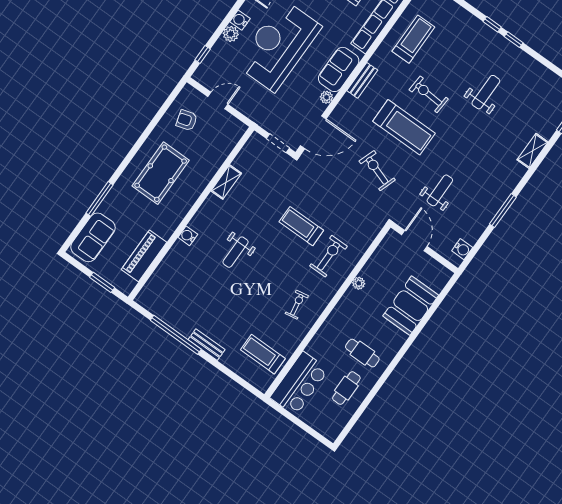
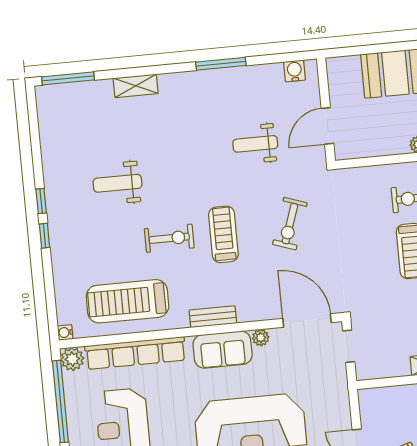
treadmill: (413, 39) -> (128, 301), width x1.37, depth x1.38
exercise bike: (429, 94) -> (169, 238), turned -94
treadmill: (404, 127) -> (223, 234), width x0.73, depth x0.73

